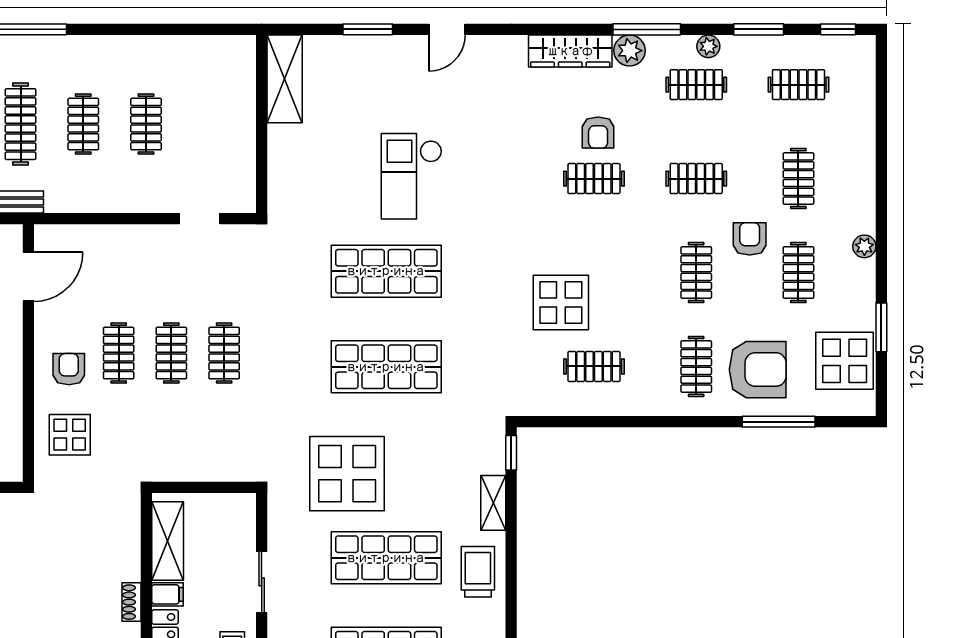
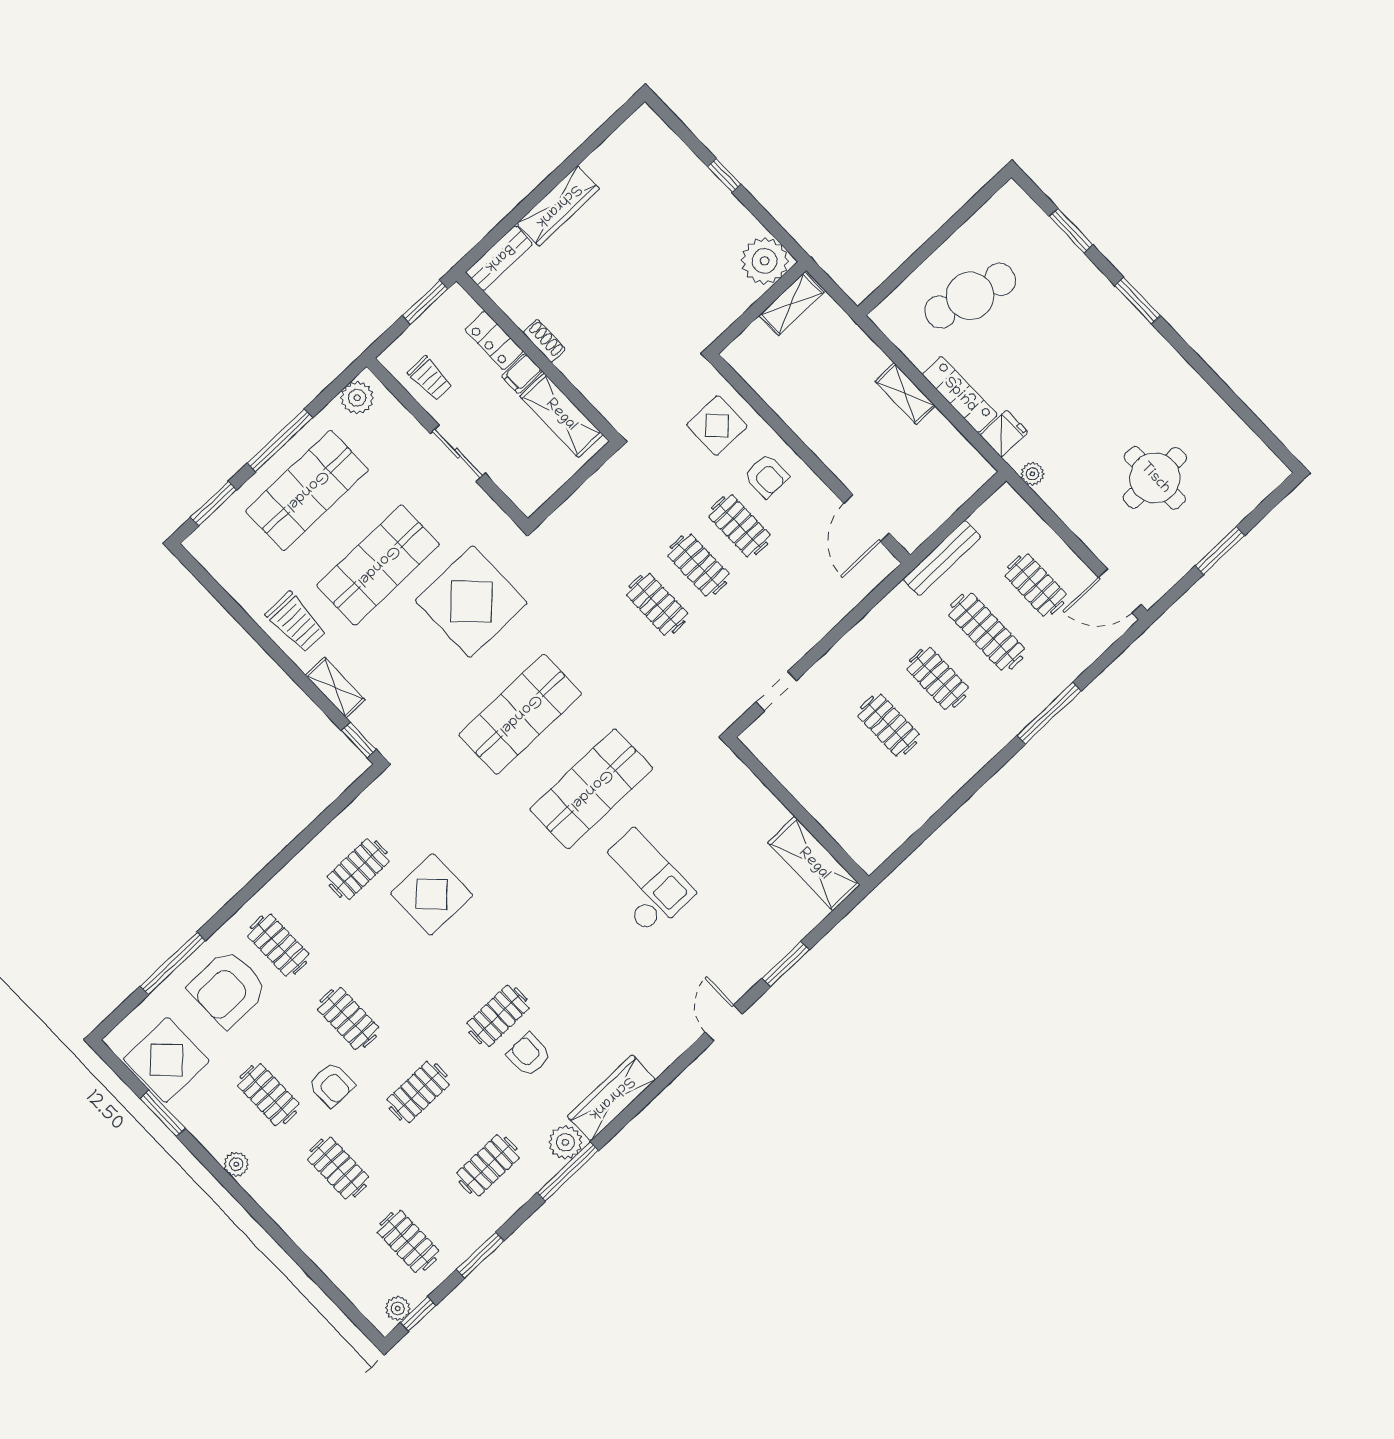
plant: (708, 46) -> (398, 1308), moved
clothes rail: (798, 85) -> (408, 1241), turned 90

